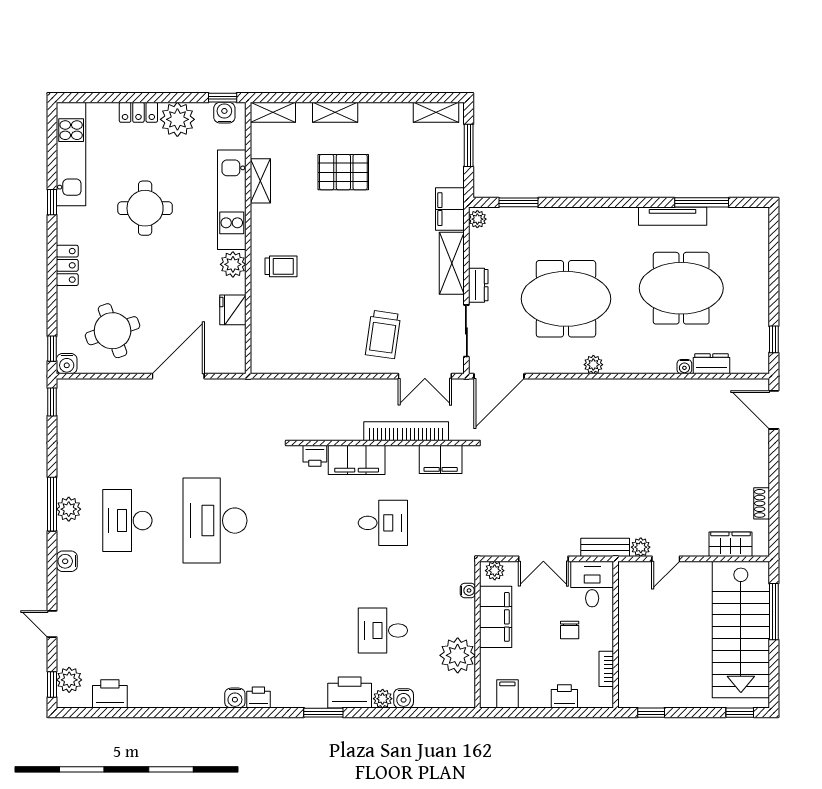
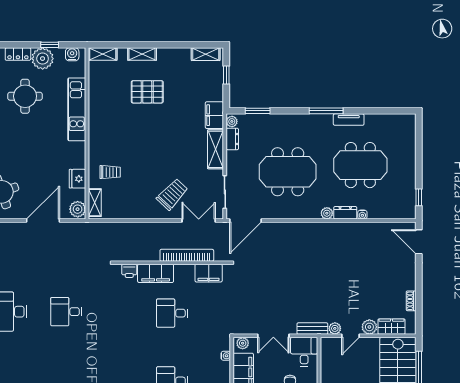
window: (223, 98) -> (50, 45), moved
window: (469, 145) -> (226, 75), width x0.67
shelving: (260, 181) -> (95, 203), moved
window: (702, 202) -> (326, 111), moved
round table: (145, 208) -> (25, 96), moved
tv unit: (673, 216) -> (349, 120), width x0.71
plant: (233, 264) -> (78, 209), moved
trolley: (281, 266) -> (110, 172), moved
dresser: (478, 285) -> (232, 139), moved
trolley: (383, 335) -> (172, 194), turned -145
dresser: (711, 364) -> (345, 213), moved
plant: (593, 365) -> (327, 213), moved
double door: (425, 376) -> (199, 221), swing flipped
desk: (215, 521) -> (66, 312), width x0.53, depth x0.77
desk: (383, 523) -> (172, 313), turned 180
plant: (696, 545) -> (369, 327), added

